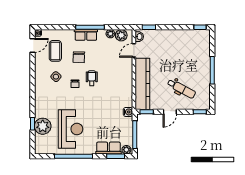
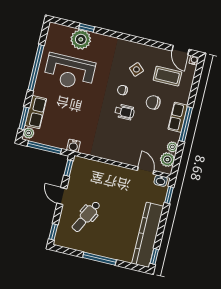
kitchen counter: (142, 84) -> (148, 235), moved, turned 90

